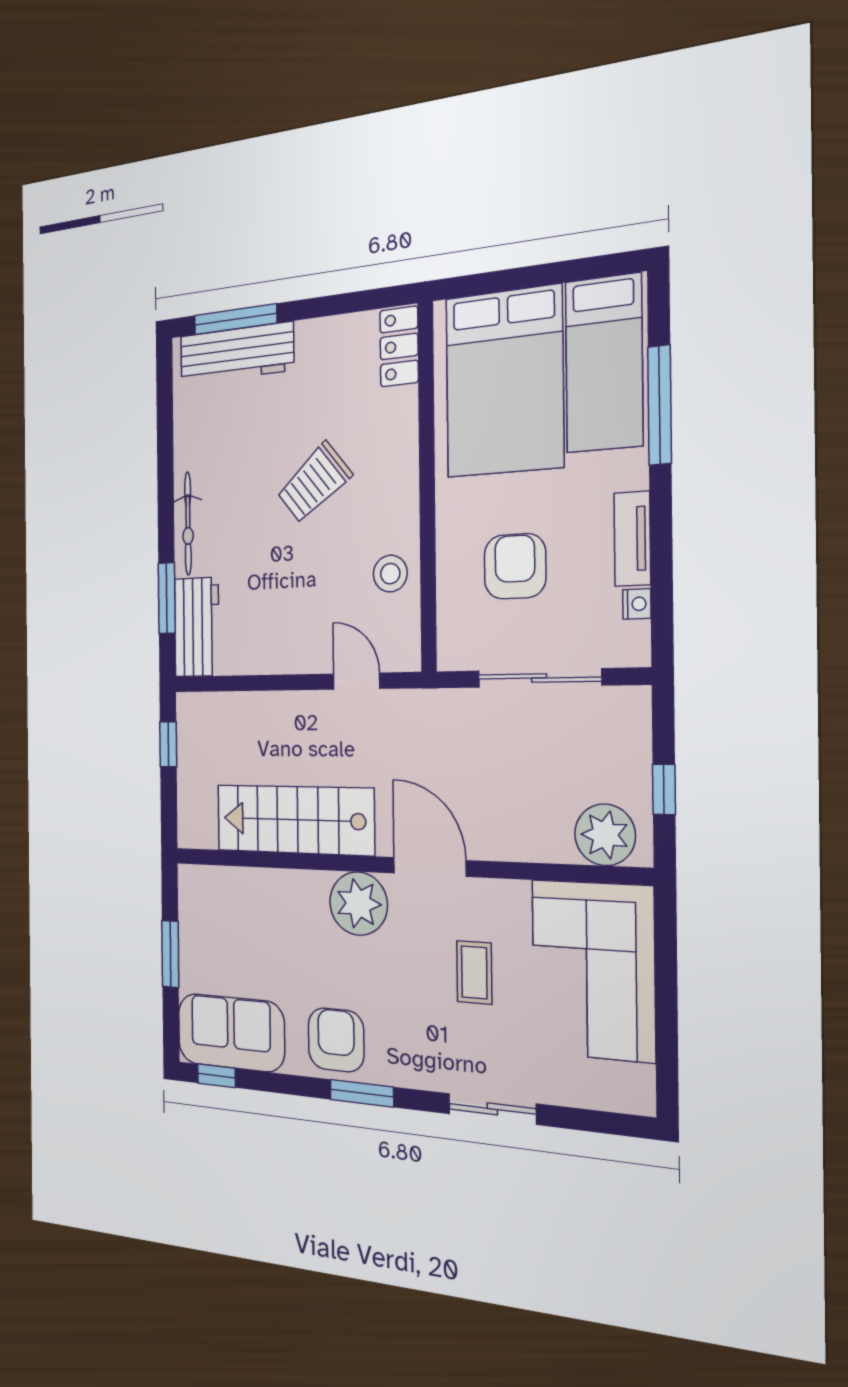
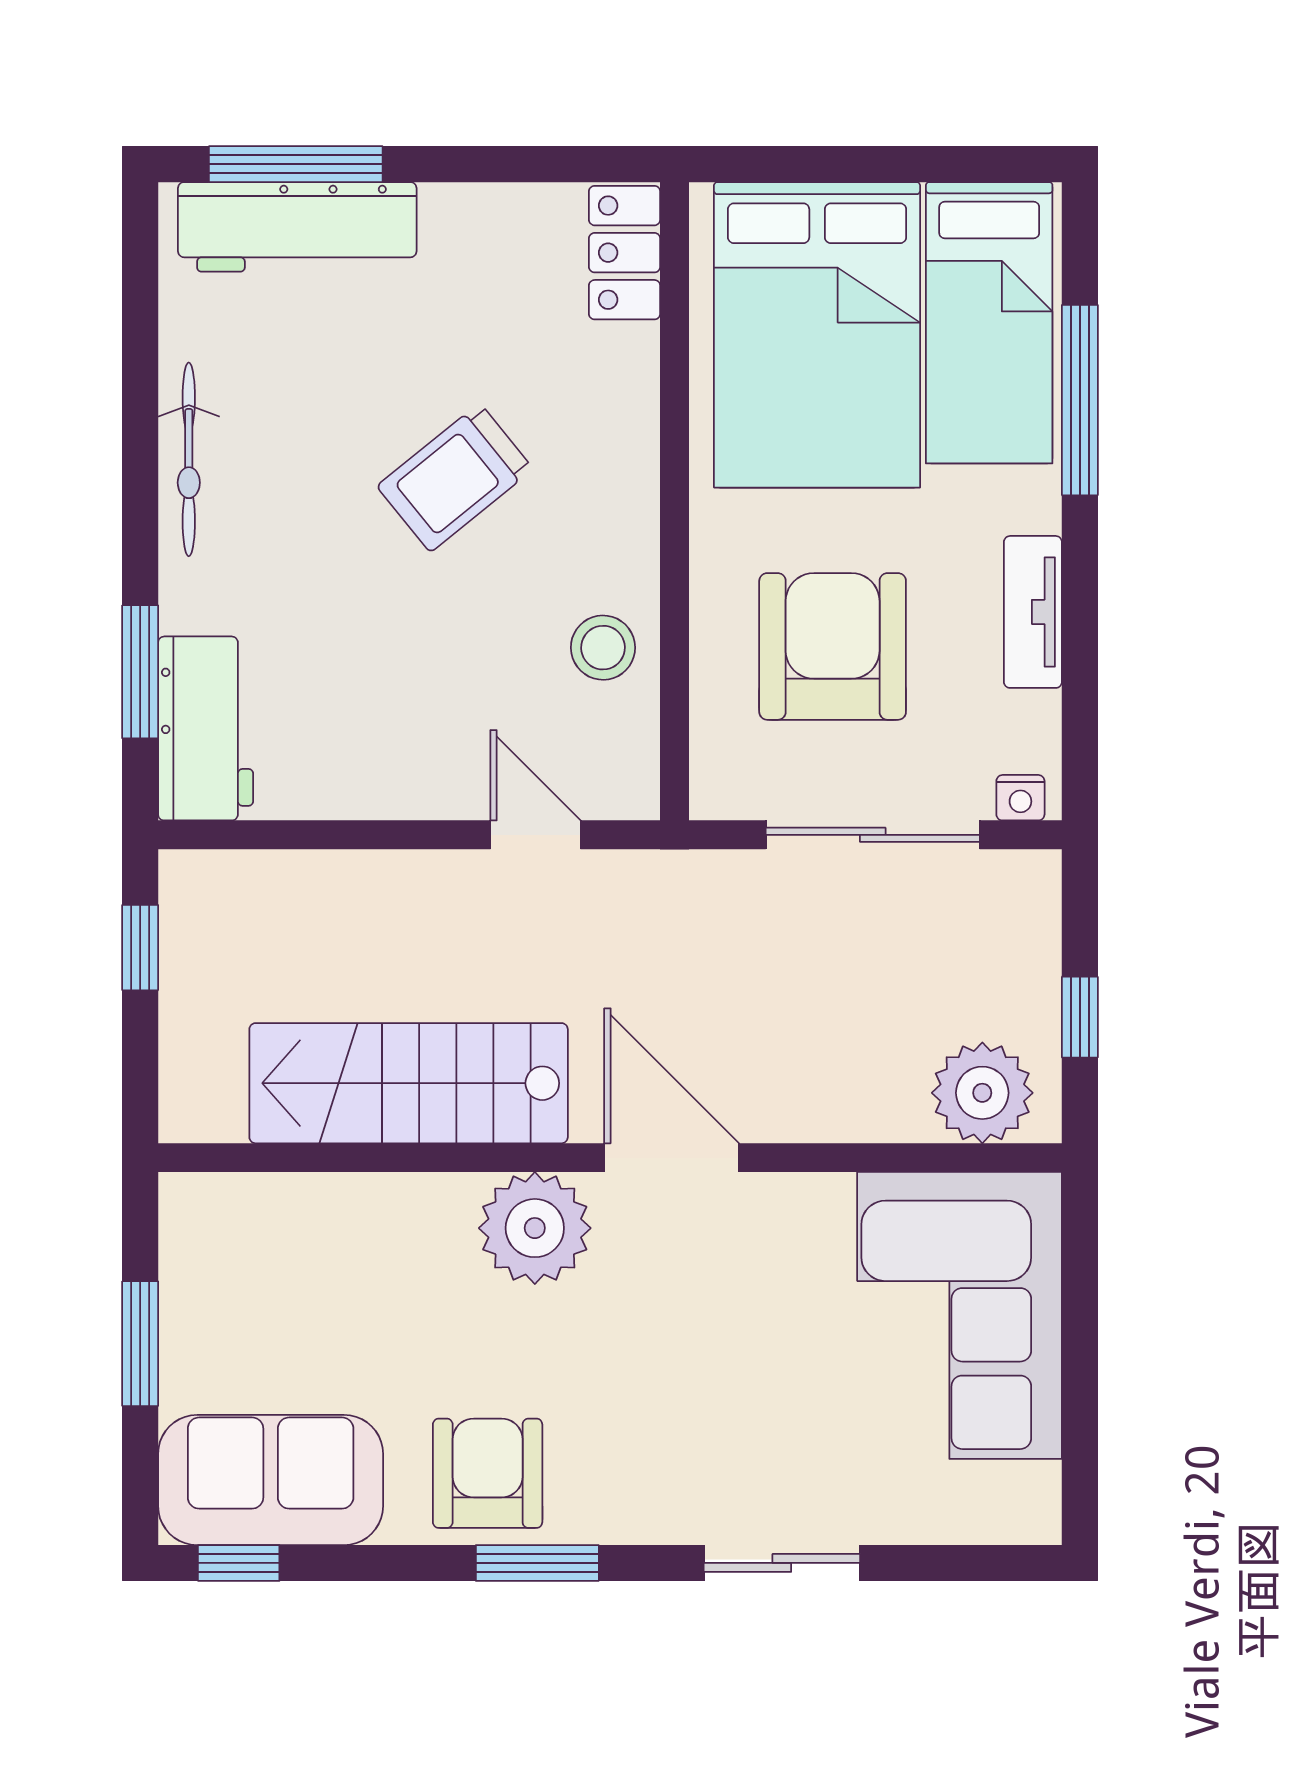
bicycle: (188, 523) -> (189, 459), moved
armchair: (515, 566) -> (833, 646), width x1.36, depth x1.36
nightstand: (637, 604) -> (1020, 798), moved, turned 90
coffee table: (474, 972) -> (752, 1334), removed

